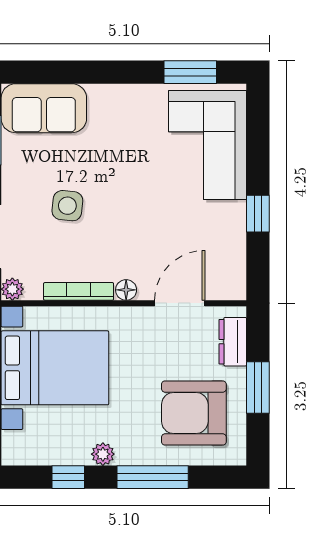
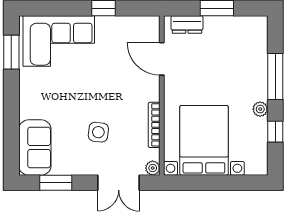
floor lamp: (126, 290) -> (153, 94), removed
armchair: (194, 413) -> (233, 50), removed

